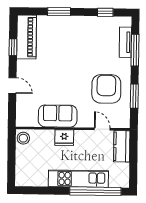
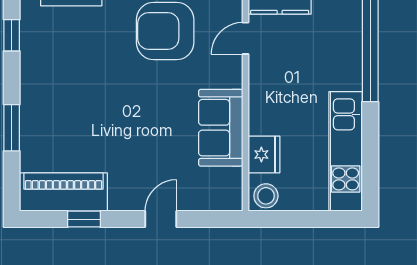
fridge: (64, 138) -> (264, 154), moved
kitchen unit: (78, 179) -> (346, 151), moved

